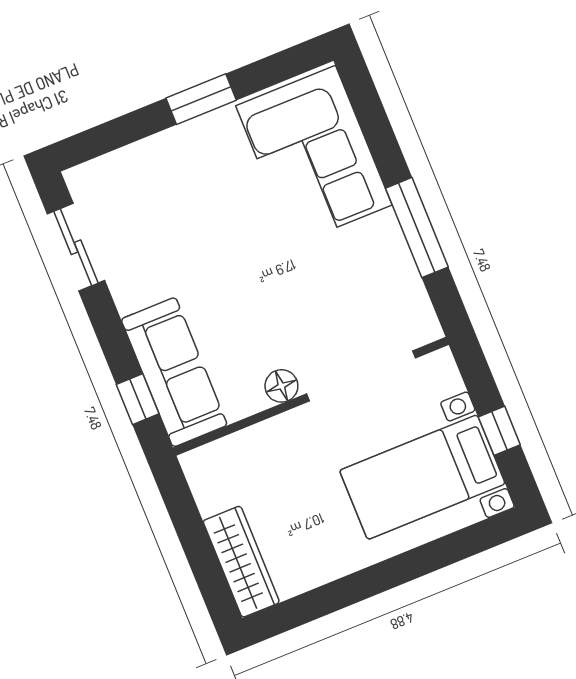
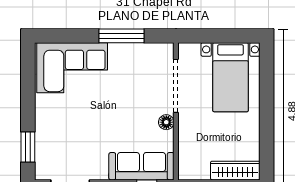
window: (201, 99) -> (28, 147), moved
window: (499, 431) -> (224, 36), removed

